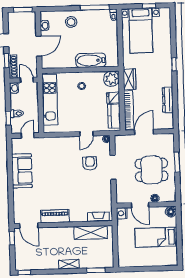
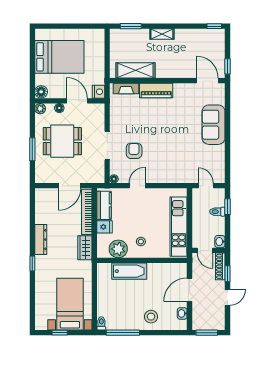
plant: (111, 79) -> (118, 249), moved
dresser: (168, 100) -> (41, 240), moved
door: (27, 135) -> (206, 186), swing flipped
armchair: (90, 163) -> (134, 151), turned 180
sofa: (22, 171) -> (213, 125), moved
plant: (171, 197) -> (40, 109), added
piano: (55, 216) -> (156, 90), moved
bed: (156, 237) -> (59, 57), width x1.50

